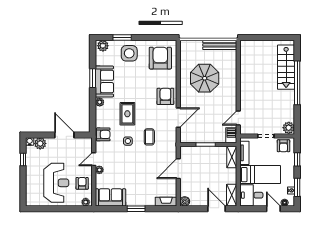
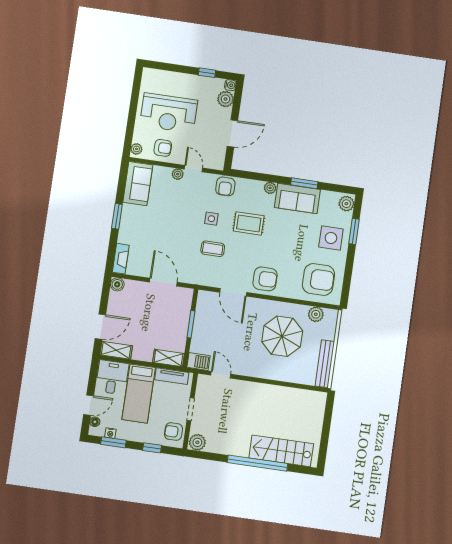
plant: (185, 56) -> (316, 314), added

